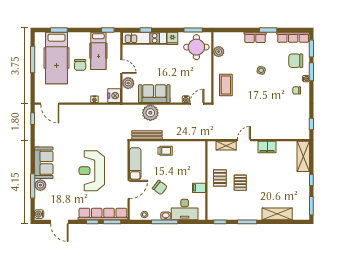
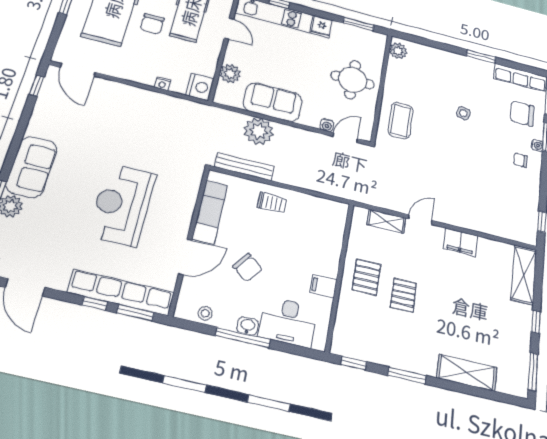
row of seats: (255, 37) -> (459, 61), removed
round table: (196, 47) -> (353, 80), moved
plant: (219, 52) -> (398, 51), moved
door: (121, 66) -> (229, 29), moved

